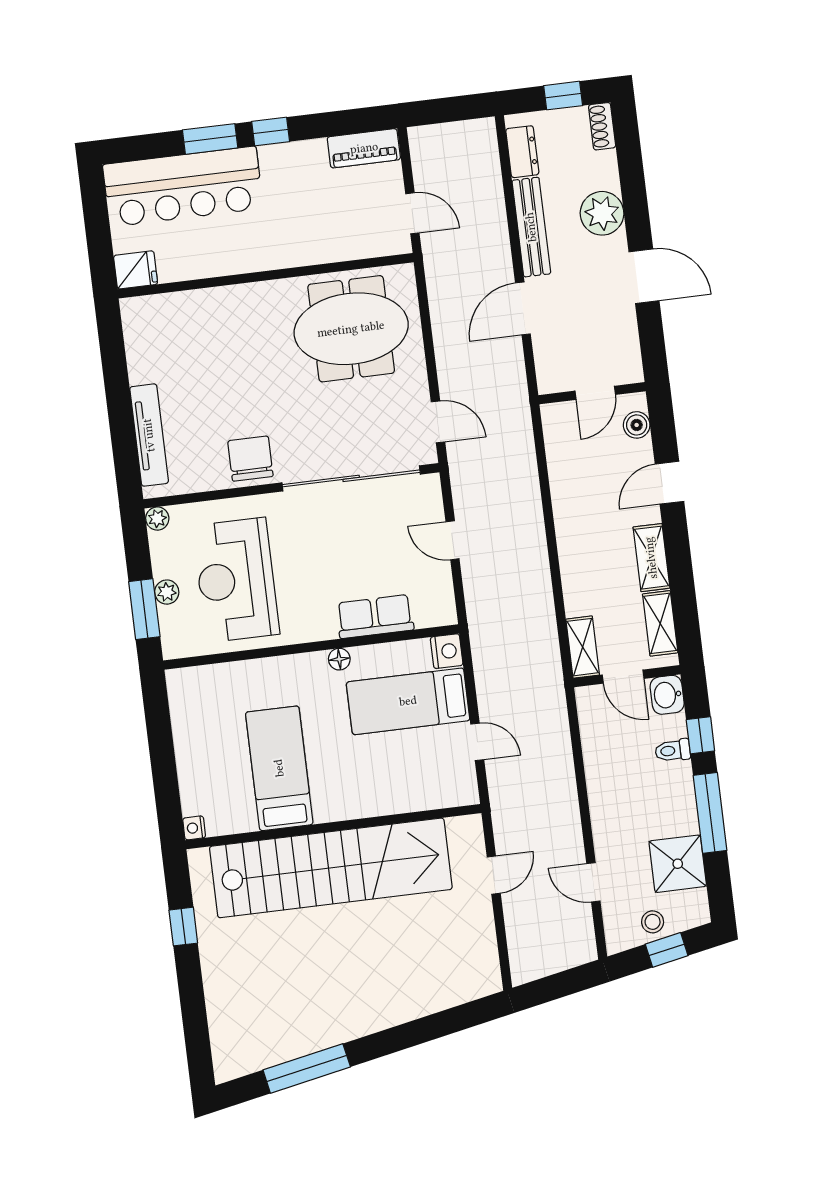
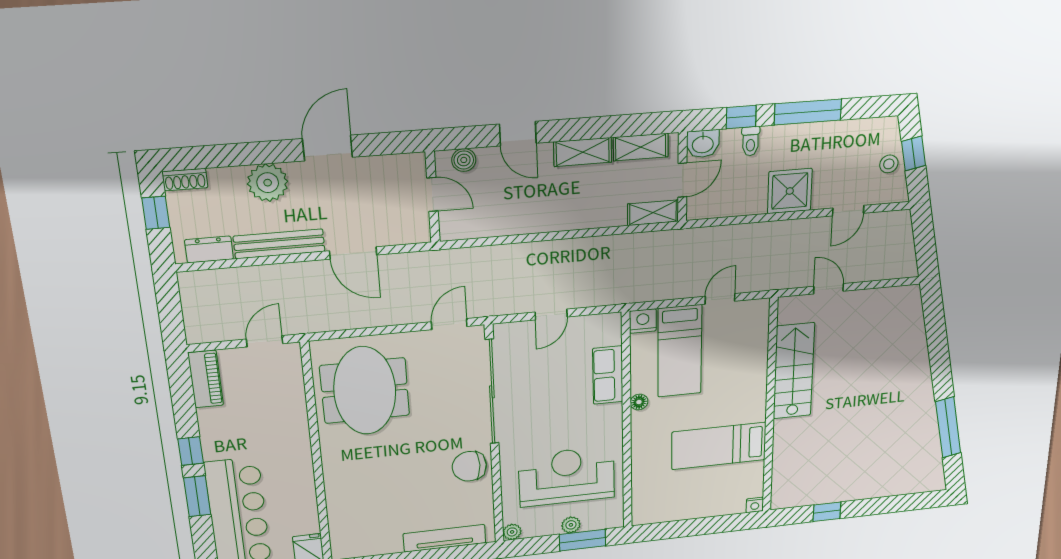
reception desk: (236, 580) -> (567, 477), turned 180
shower: (678, 864) -> (790, 191), moved
stairs: (331, 868) -> (794, 371), width x0.54, depth x0.66

